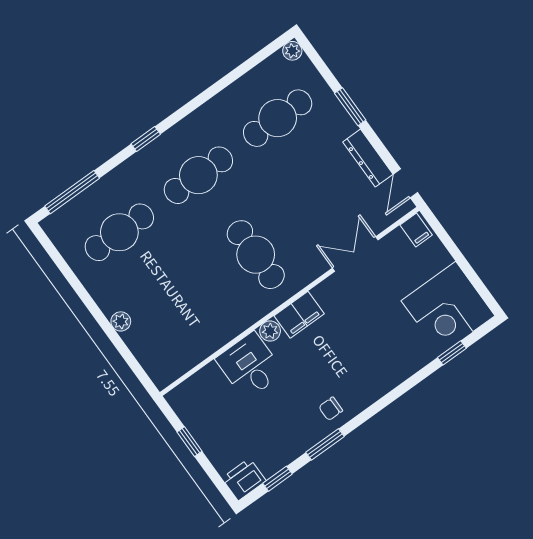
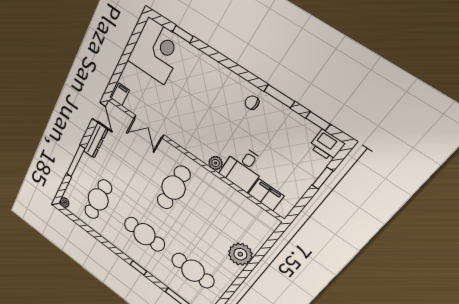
window: (350, 107) -> (76, 161), width x1.44
cafe table: (278, 118) -> (98, 199), turned 90
door: (405, 183) -> (99, 112), hinge flipped
filing cabinet: (299, 315) -> (266, 195), moved
plant: (121, 321) -> (240, 254), width x1.88, depth x1.88
chair: (331, 409) -> (252, 103), turned 180
window: (190, 442) -> (323, 178), moved

